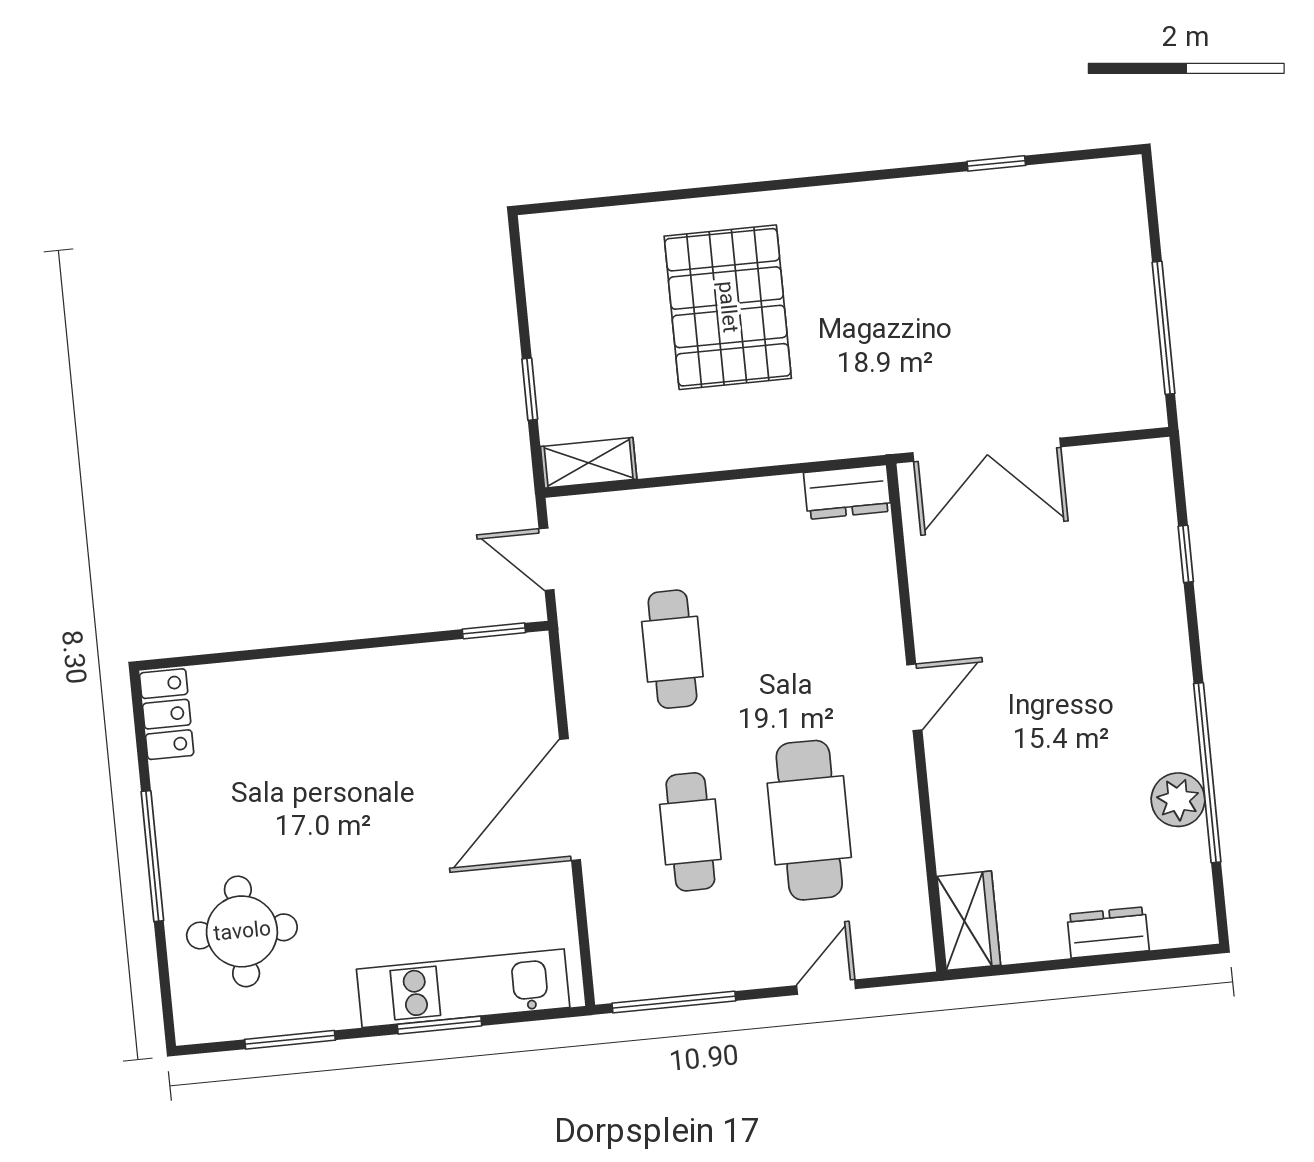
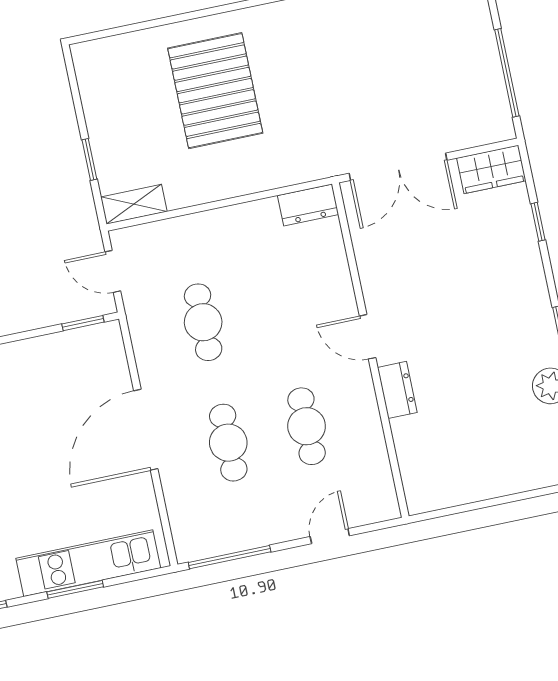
door: (914, 697) -> (368, 337), swing flipped
cafe table: (809, 820) -> (307, 426), width x0.73, depth x0.74
wardrobe: (969, 921) -> (491, 169), moved, turned 90
dresser: (1108, 932) -> (397, 390), moved, turned 90

